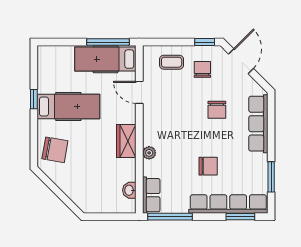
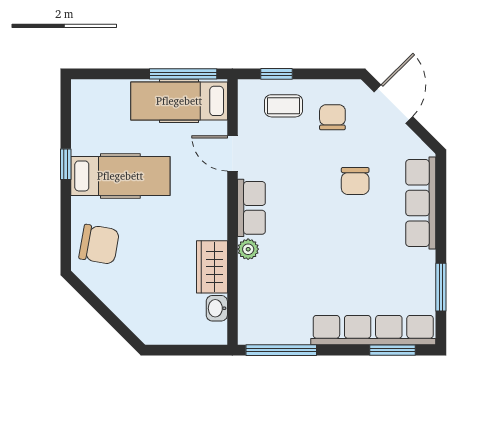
window: (205, 42) -> (277, 74), moved
wardrobe: (126, 141) -> (212, 267), moved
chair: (208, 166) -> (341, 270), removed
row of seats: (151, 195) -> (251, 208), moved

